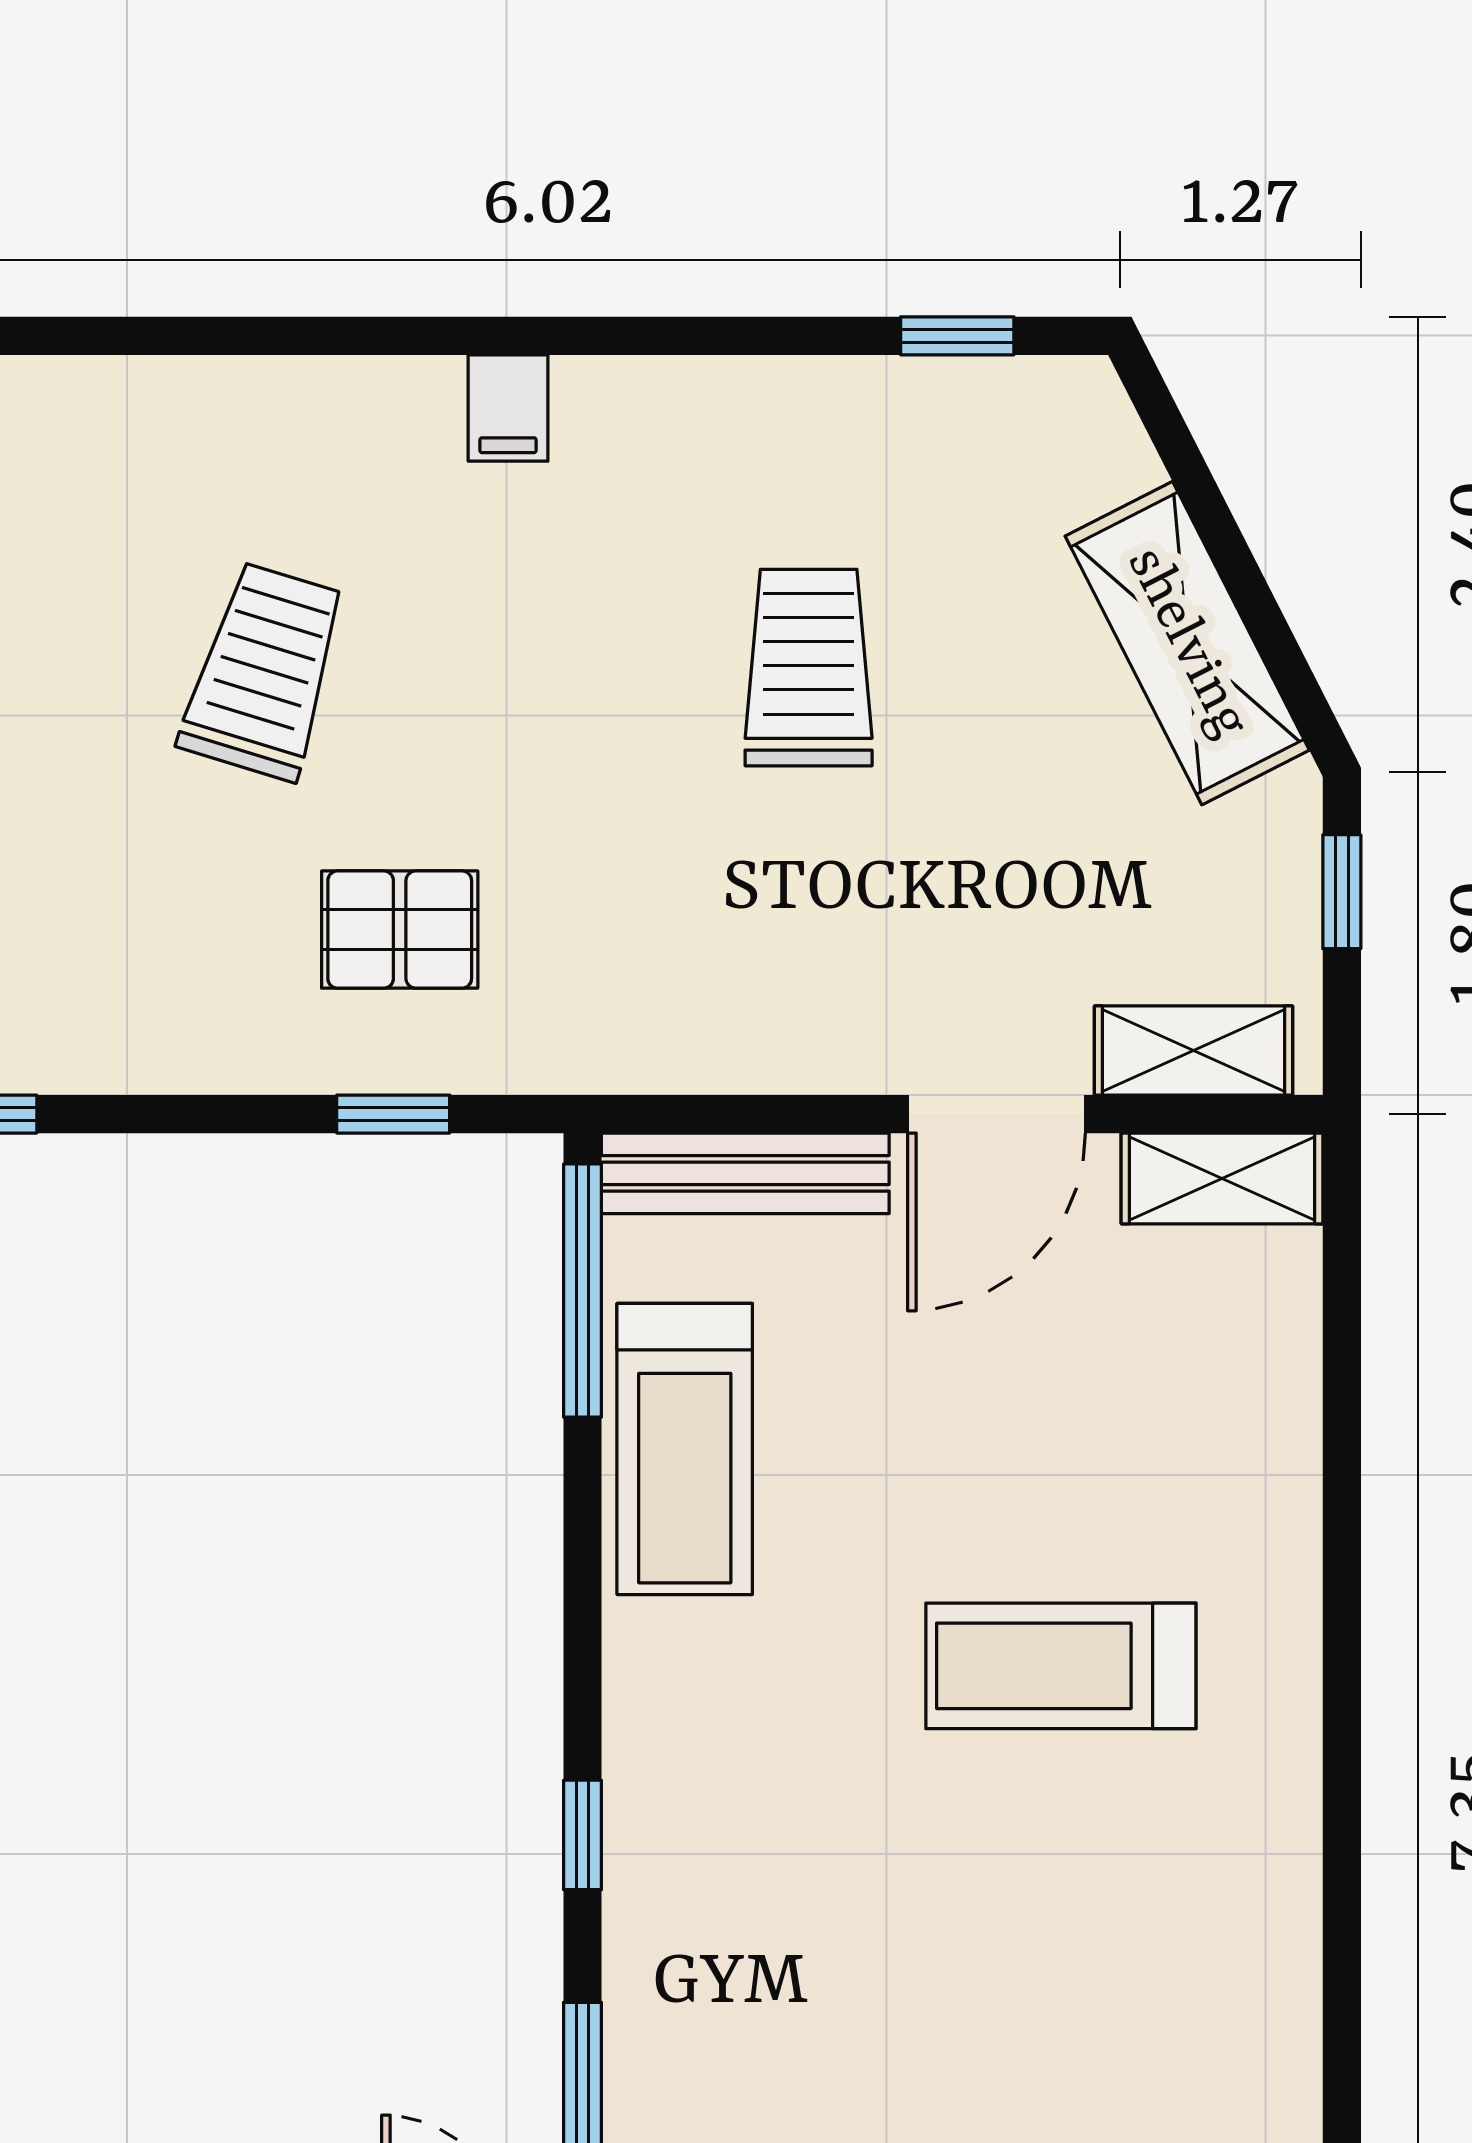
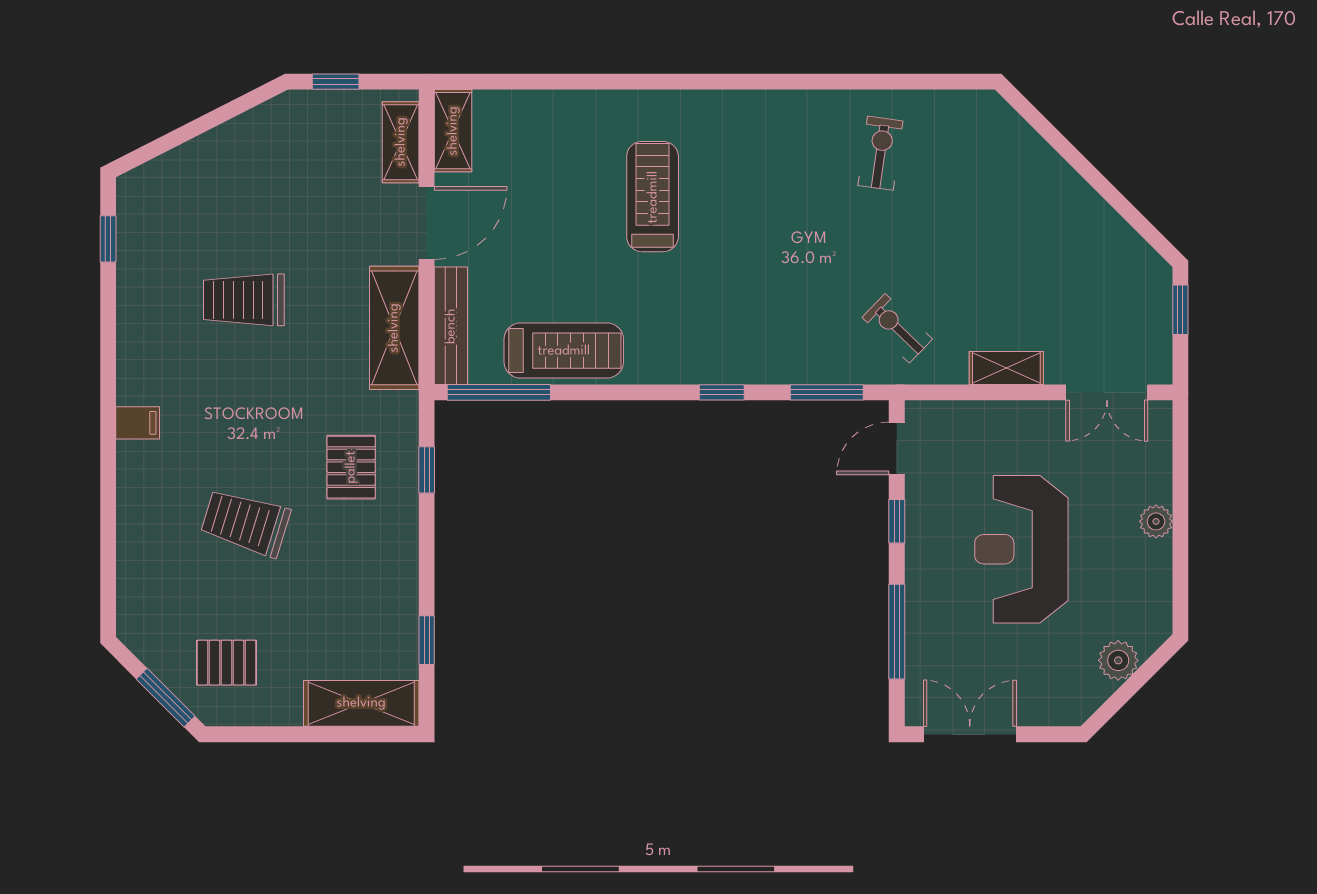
shelving: (1187, 643) -> (394, 328), moved, turned -63
door: (996, 1114) -> (427, 223), hinge flipped
treadmill: (1061, 1666) -> (653, 197), turned 180

